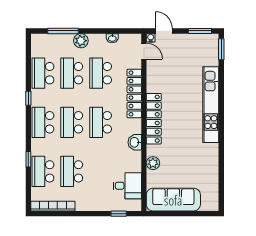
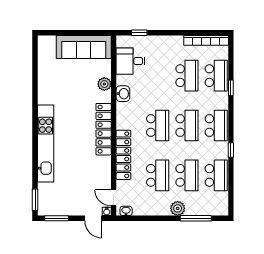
washbasin: (112, 38) -> (126, 211), moved
washbasin: (135, 142) -> (123, 94), moved

